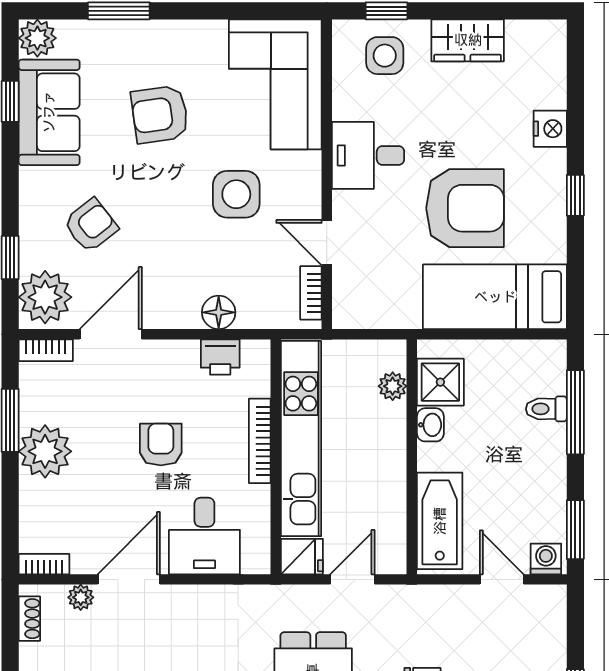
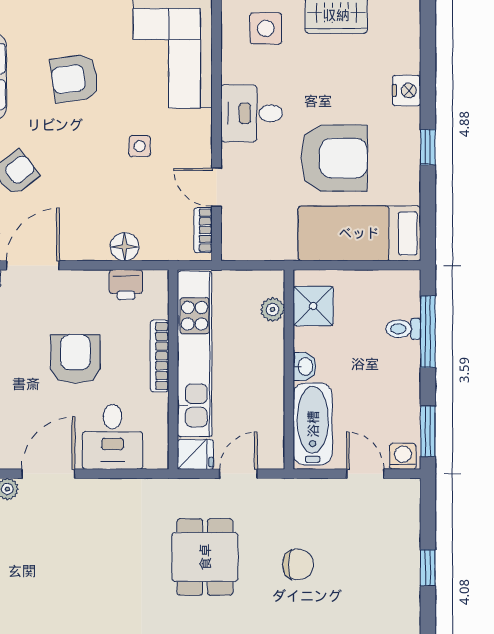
side table: (236, 194) -> (140, 146), width x0.54, depth x0.54
washbasin: (430, 425) -> (305, 366), moved
armchair: (161, 444) -> (75, 359), width x1.38, depth x1.38

